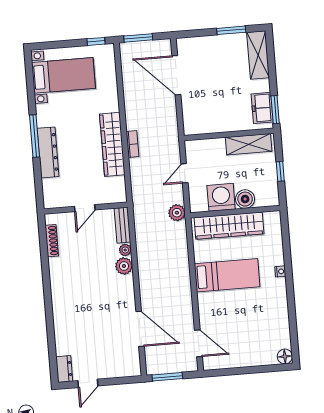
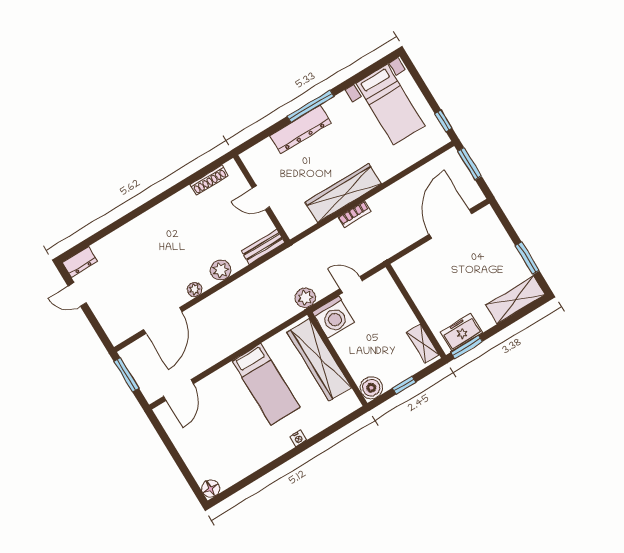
shelving: (249, 144) -> (423, 343), width x0.67, depth x0.75
washing machine: (221, 197) -> (333, 317), moved, turned 90
boiler: (245, 199) -> (371, 388), moved
plant: (125, 250) -> (195, 289), moved

